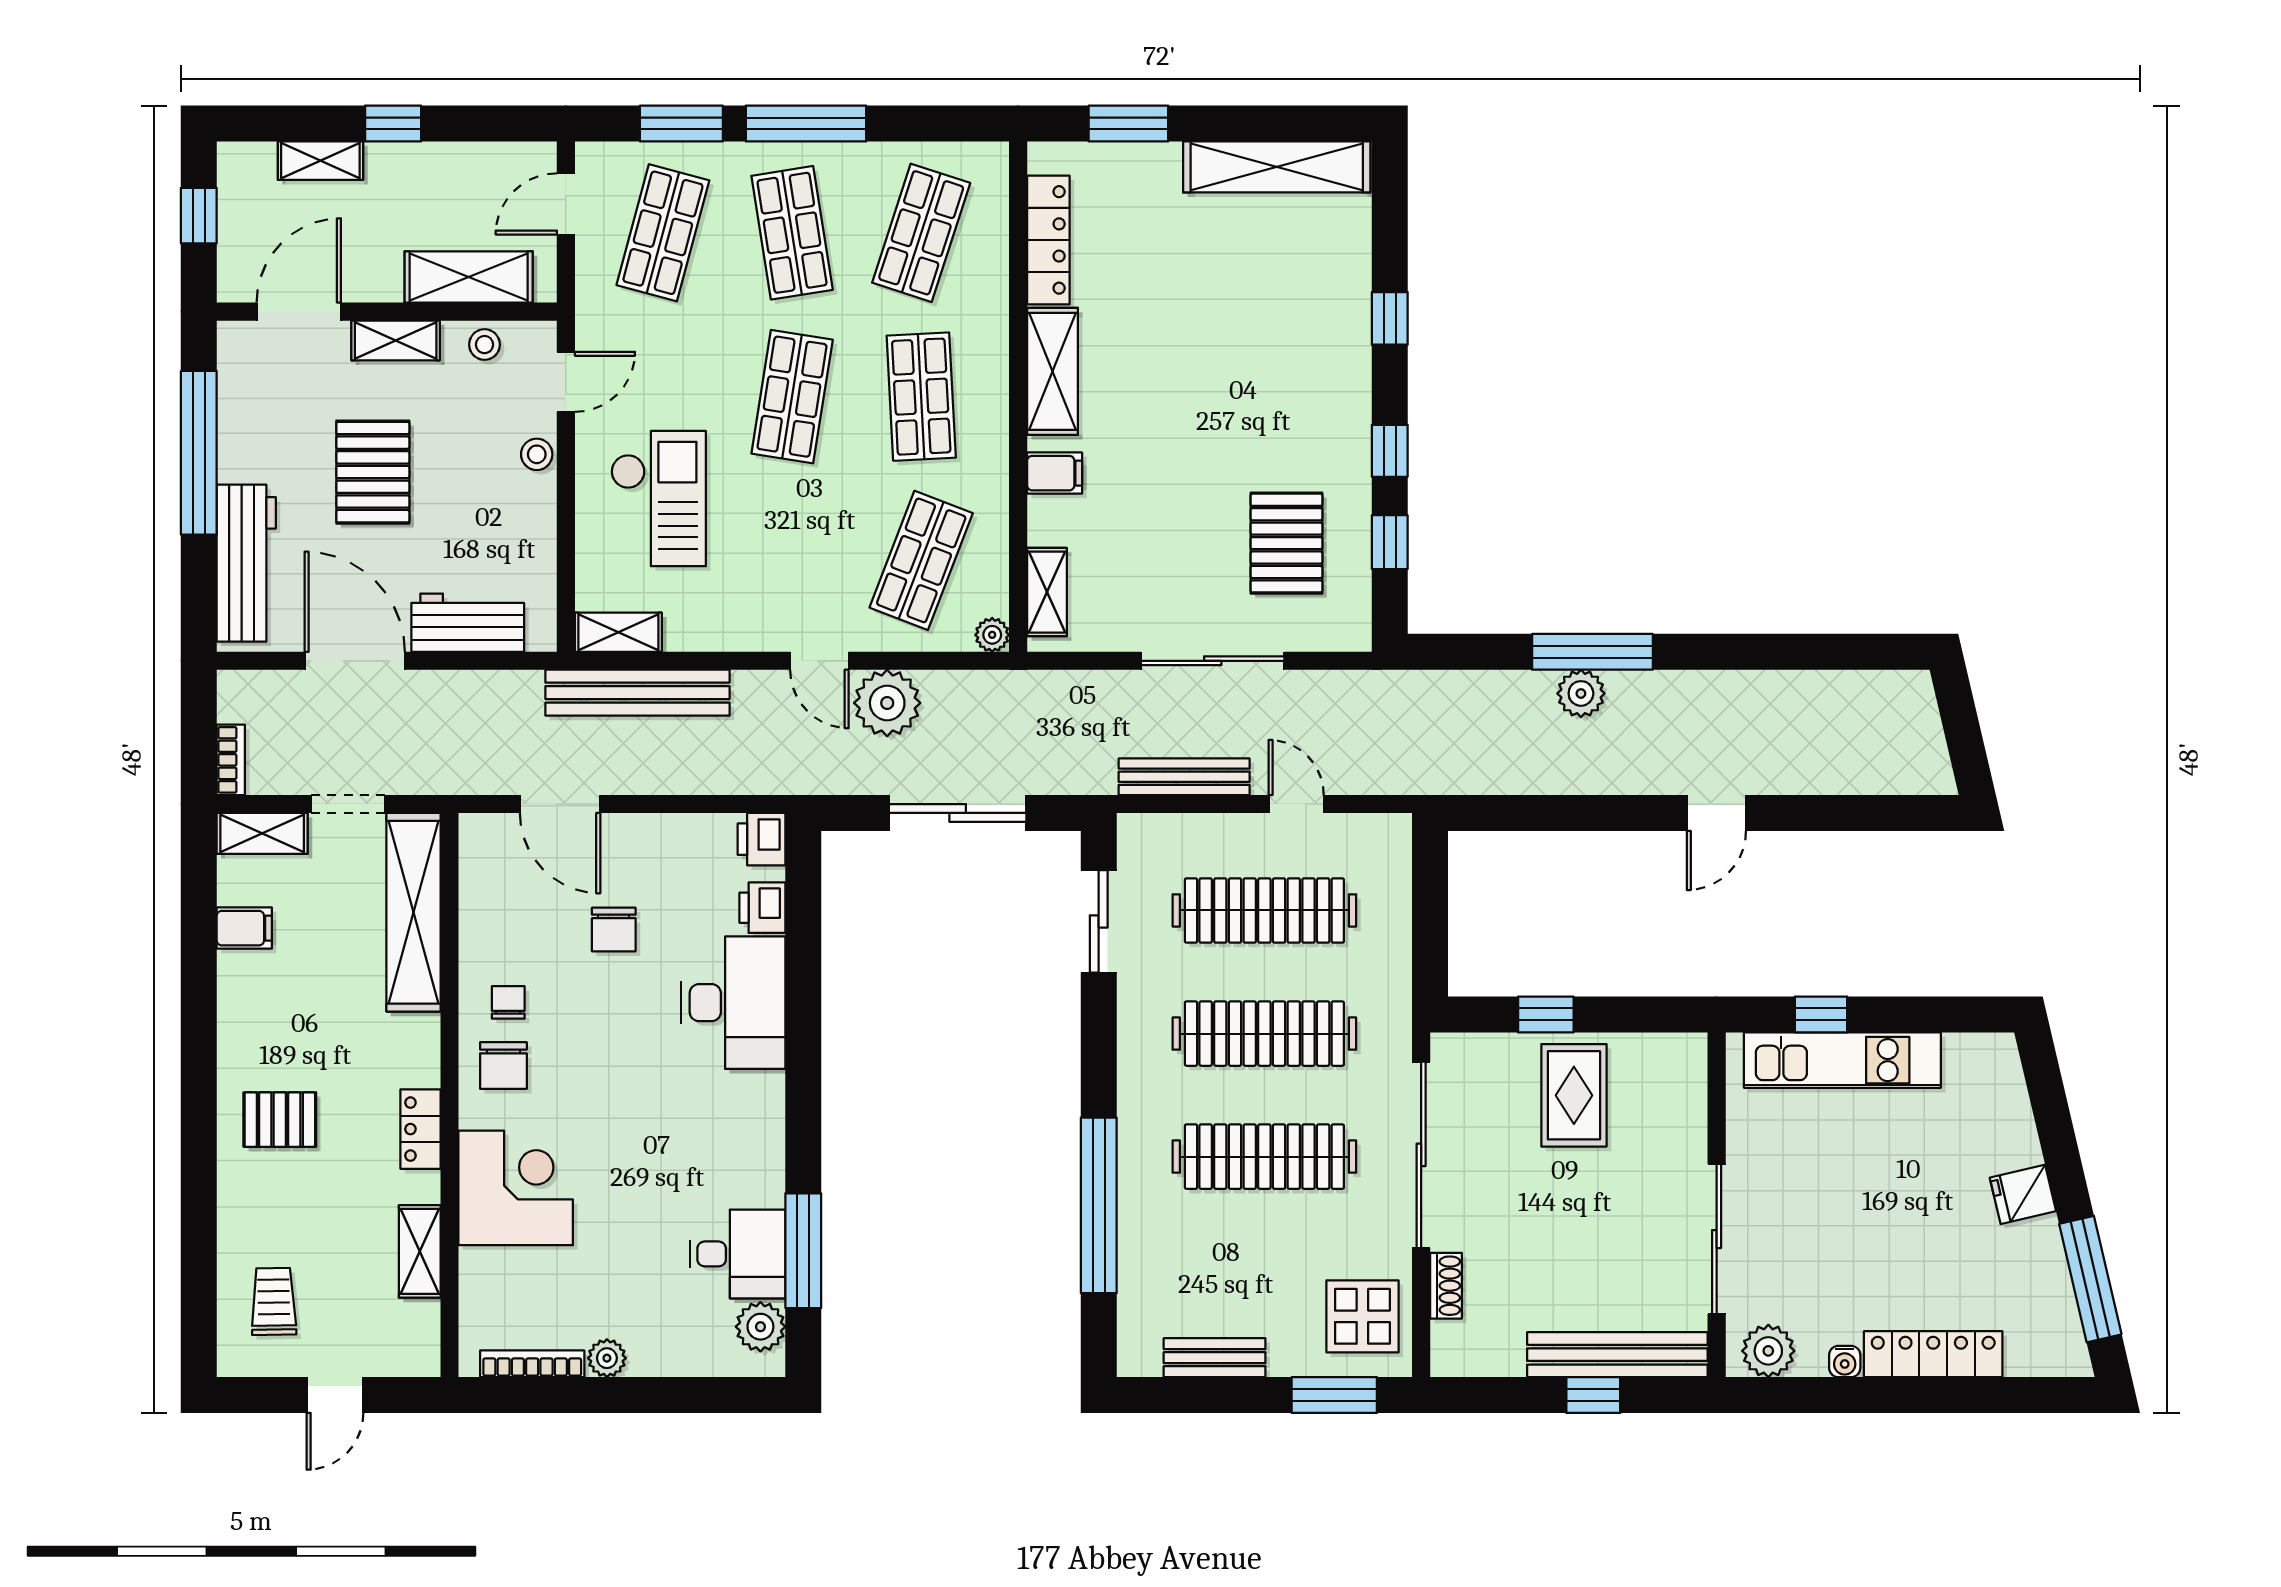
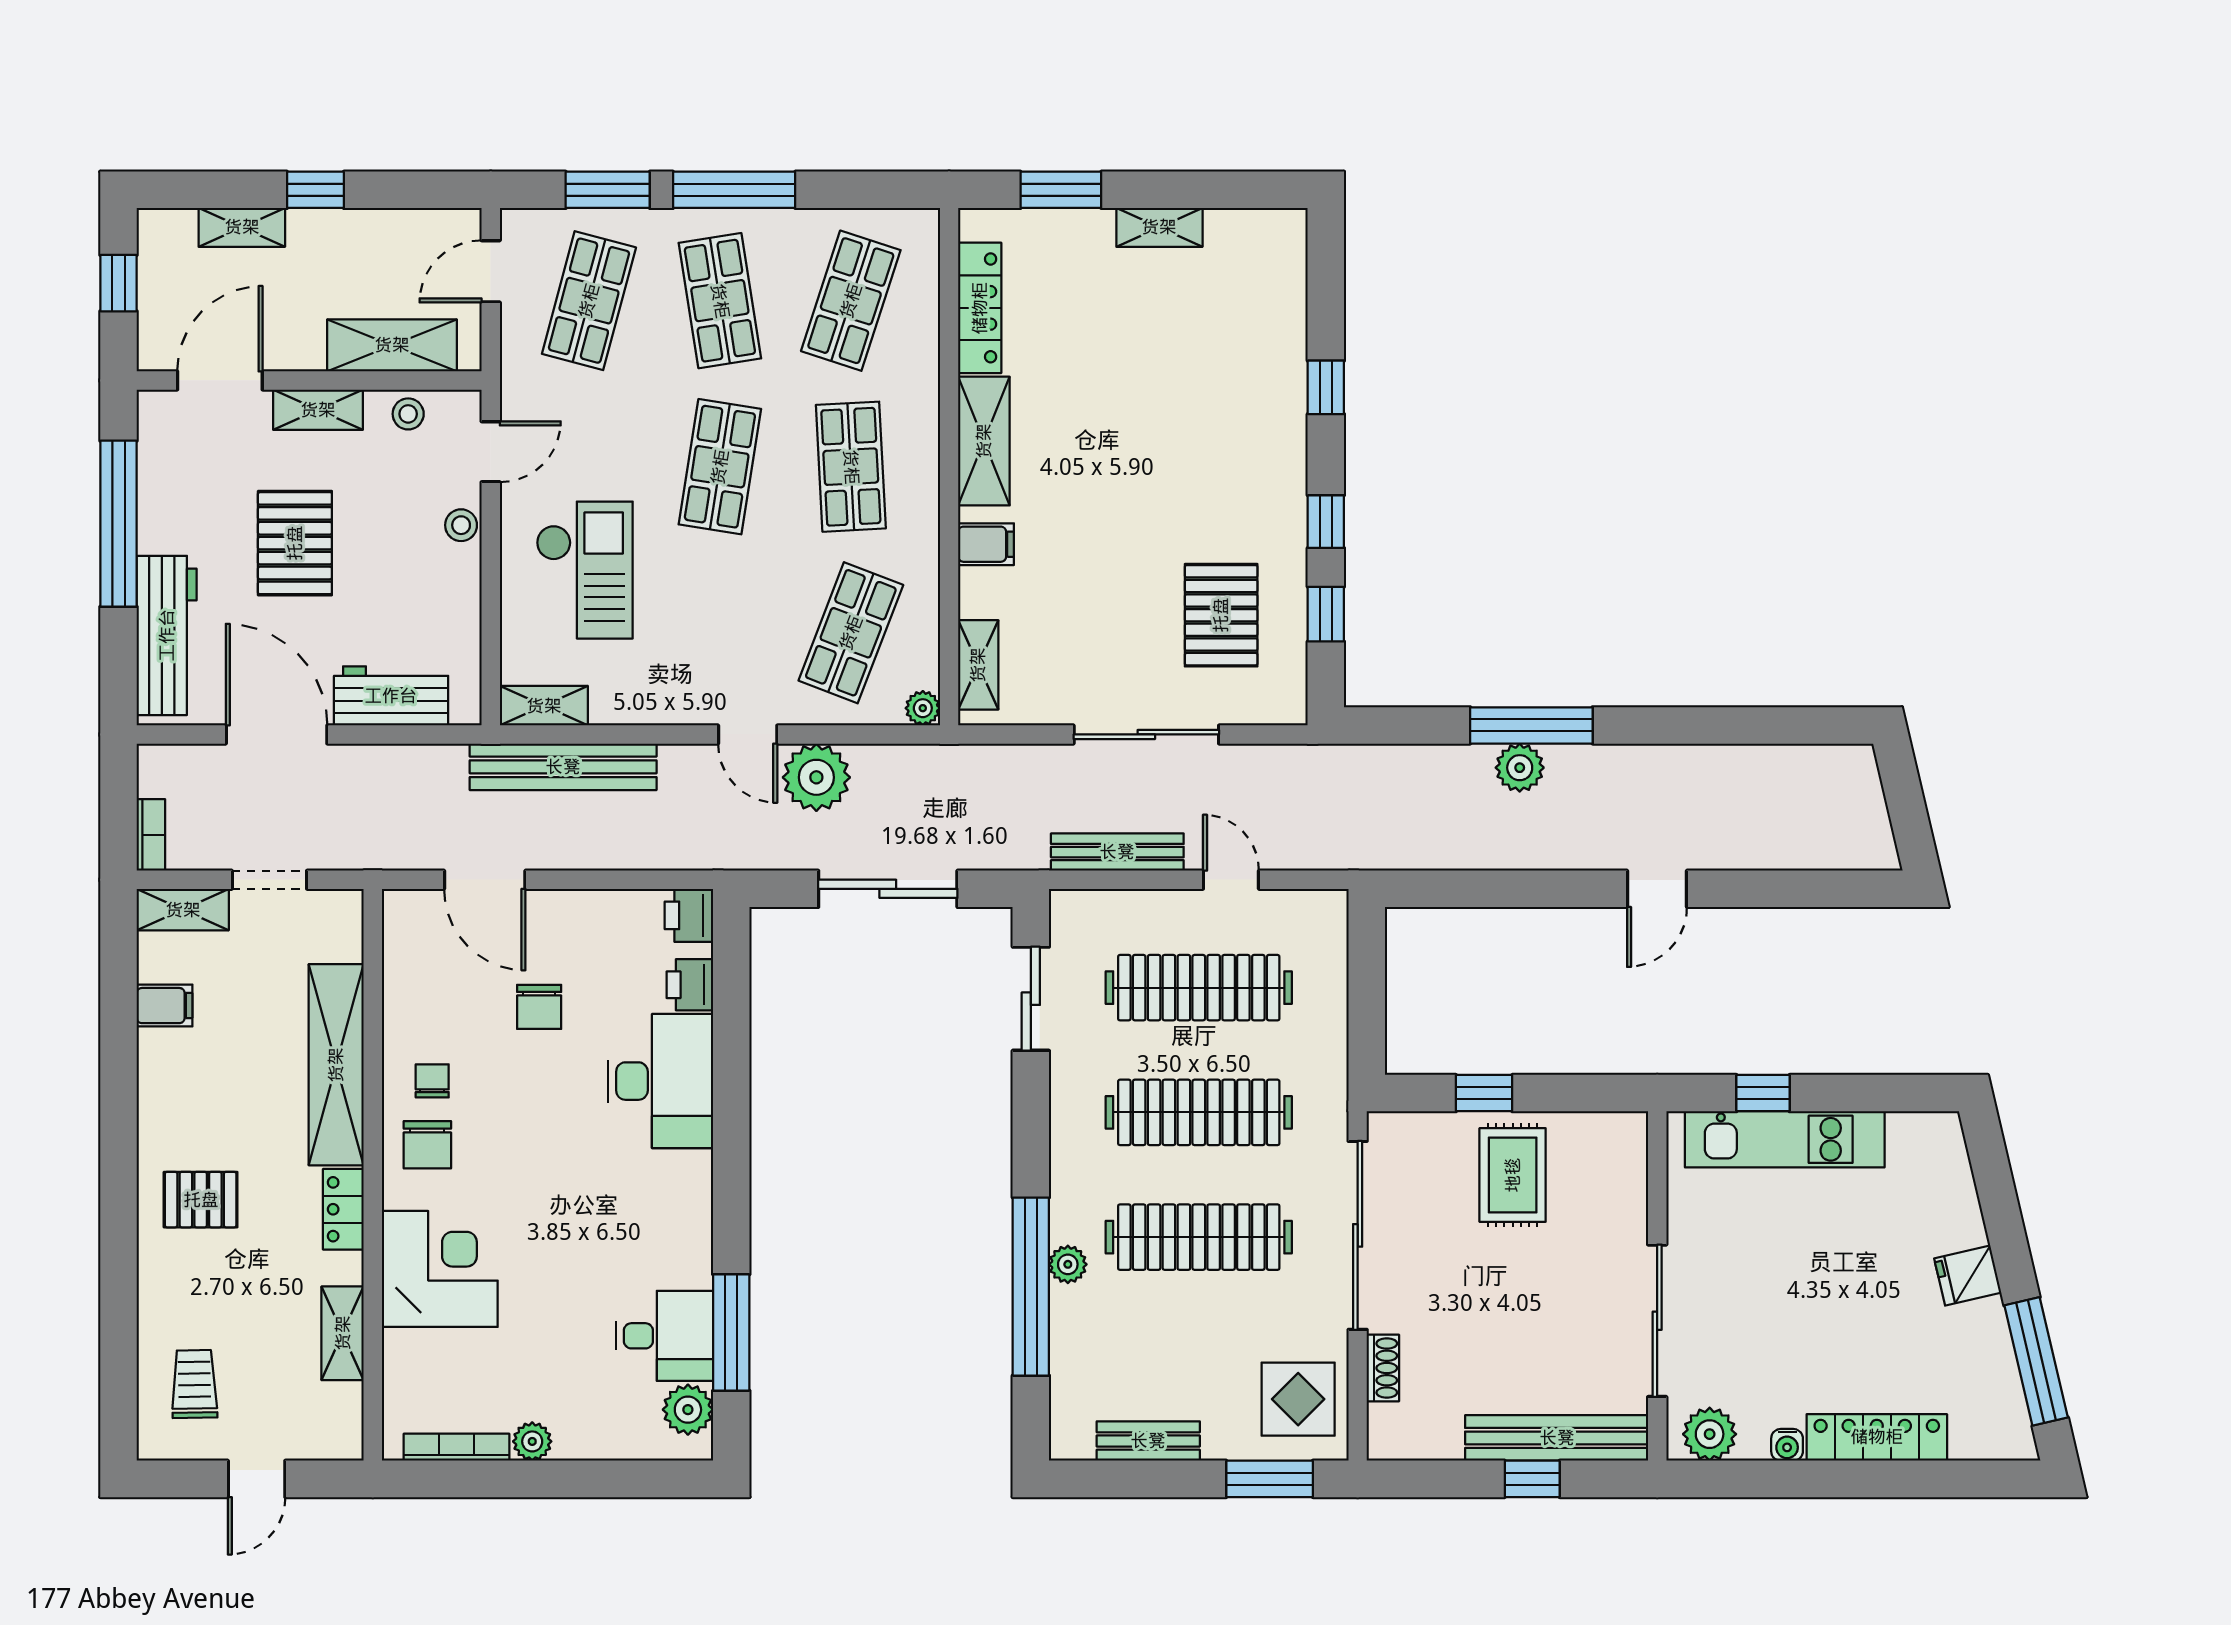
shelving: (1277, 167) -> (1159, 227), width x0.45, depth x0.75
shelving: (414, 912) -> (336, 1065), moved
plant: (1135, 1183) -> (1068, 1264), added

